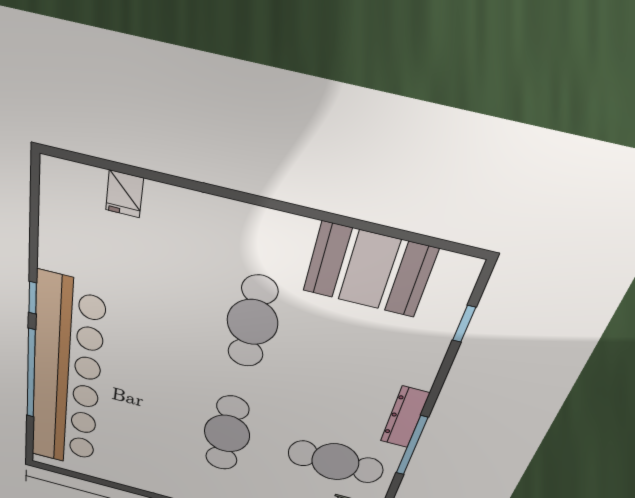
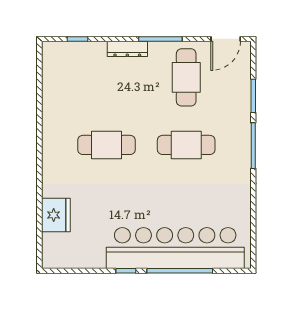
fridge: (124, 194) -> (56, 215), width x1.88, depth x1.34
booth: (369, 270) -> (61, 93), removed
dresser: (405, 417) -> (127, 49), moved

